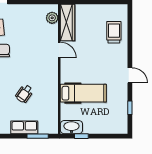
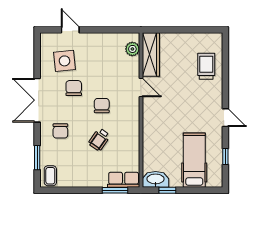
chair: (26, 65) -> (102, 106), added
hospital bed: (83, 93) -> (194, 160), moved, turned -90
row of seats: (24, 127) -> (124, 180), moved

